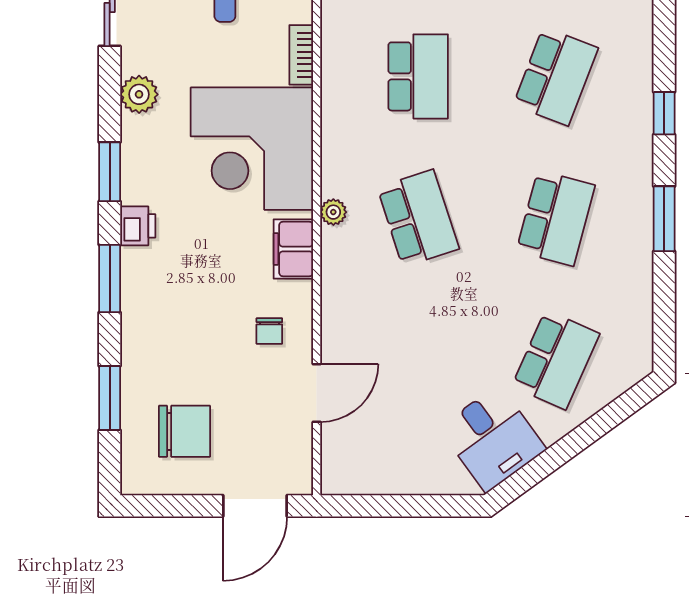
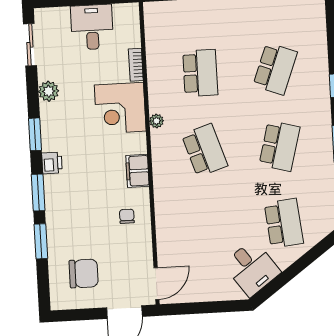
corner desk: (252, 149) -> (120, 108), width x0.74, depth x0.74
plant: (333, 212) -> (157, 121), moved
chair: (269, 331) -> (127, 216), turned 180
school desk: (556, 360) -> (284, 223), turned -30
door: (317, 393) -> (157, 284), moved
window: (110, 398) -> (41, 241), moved

